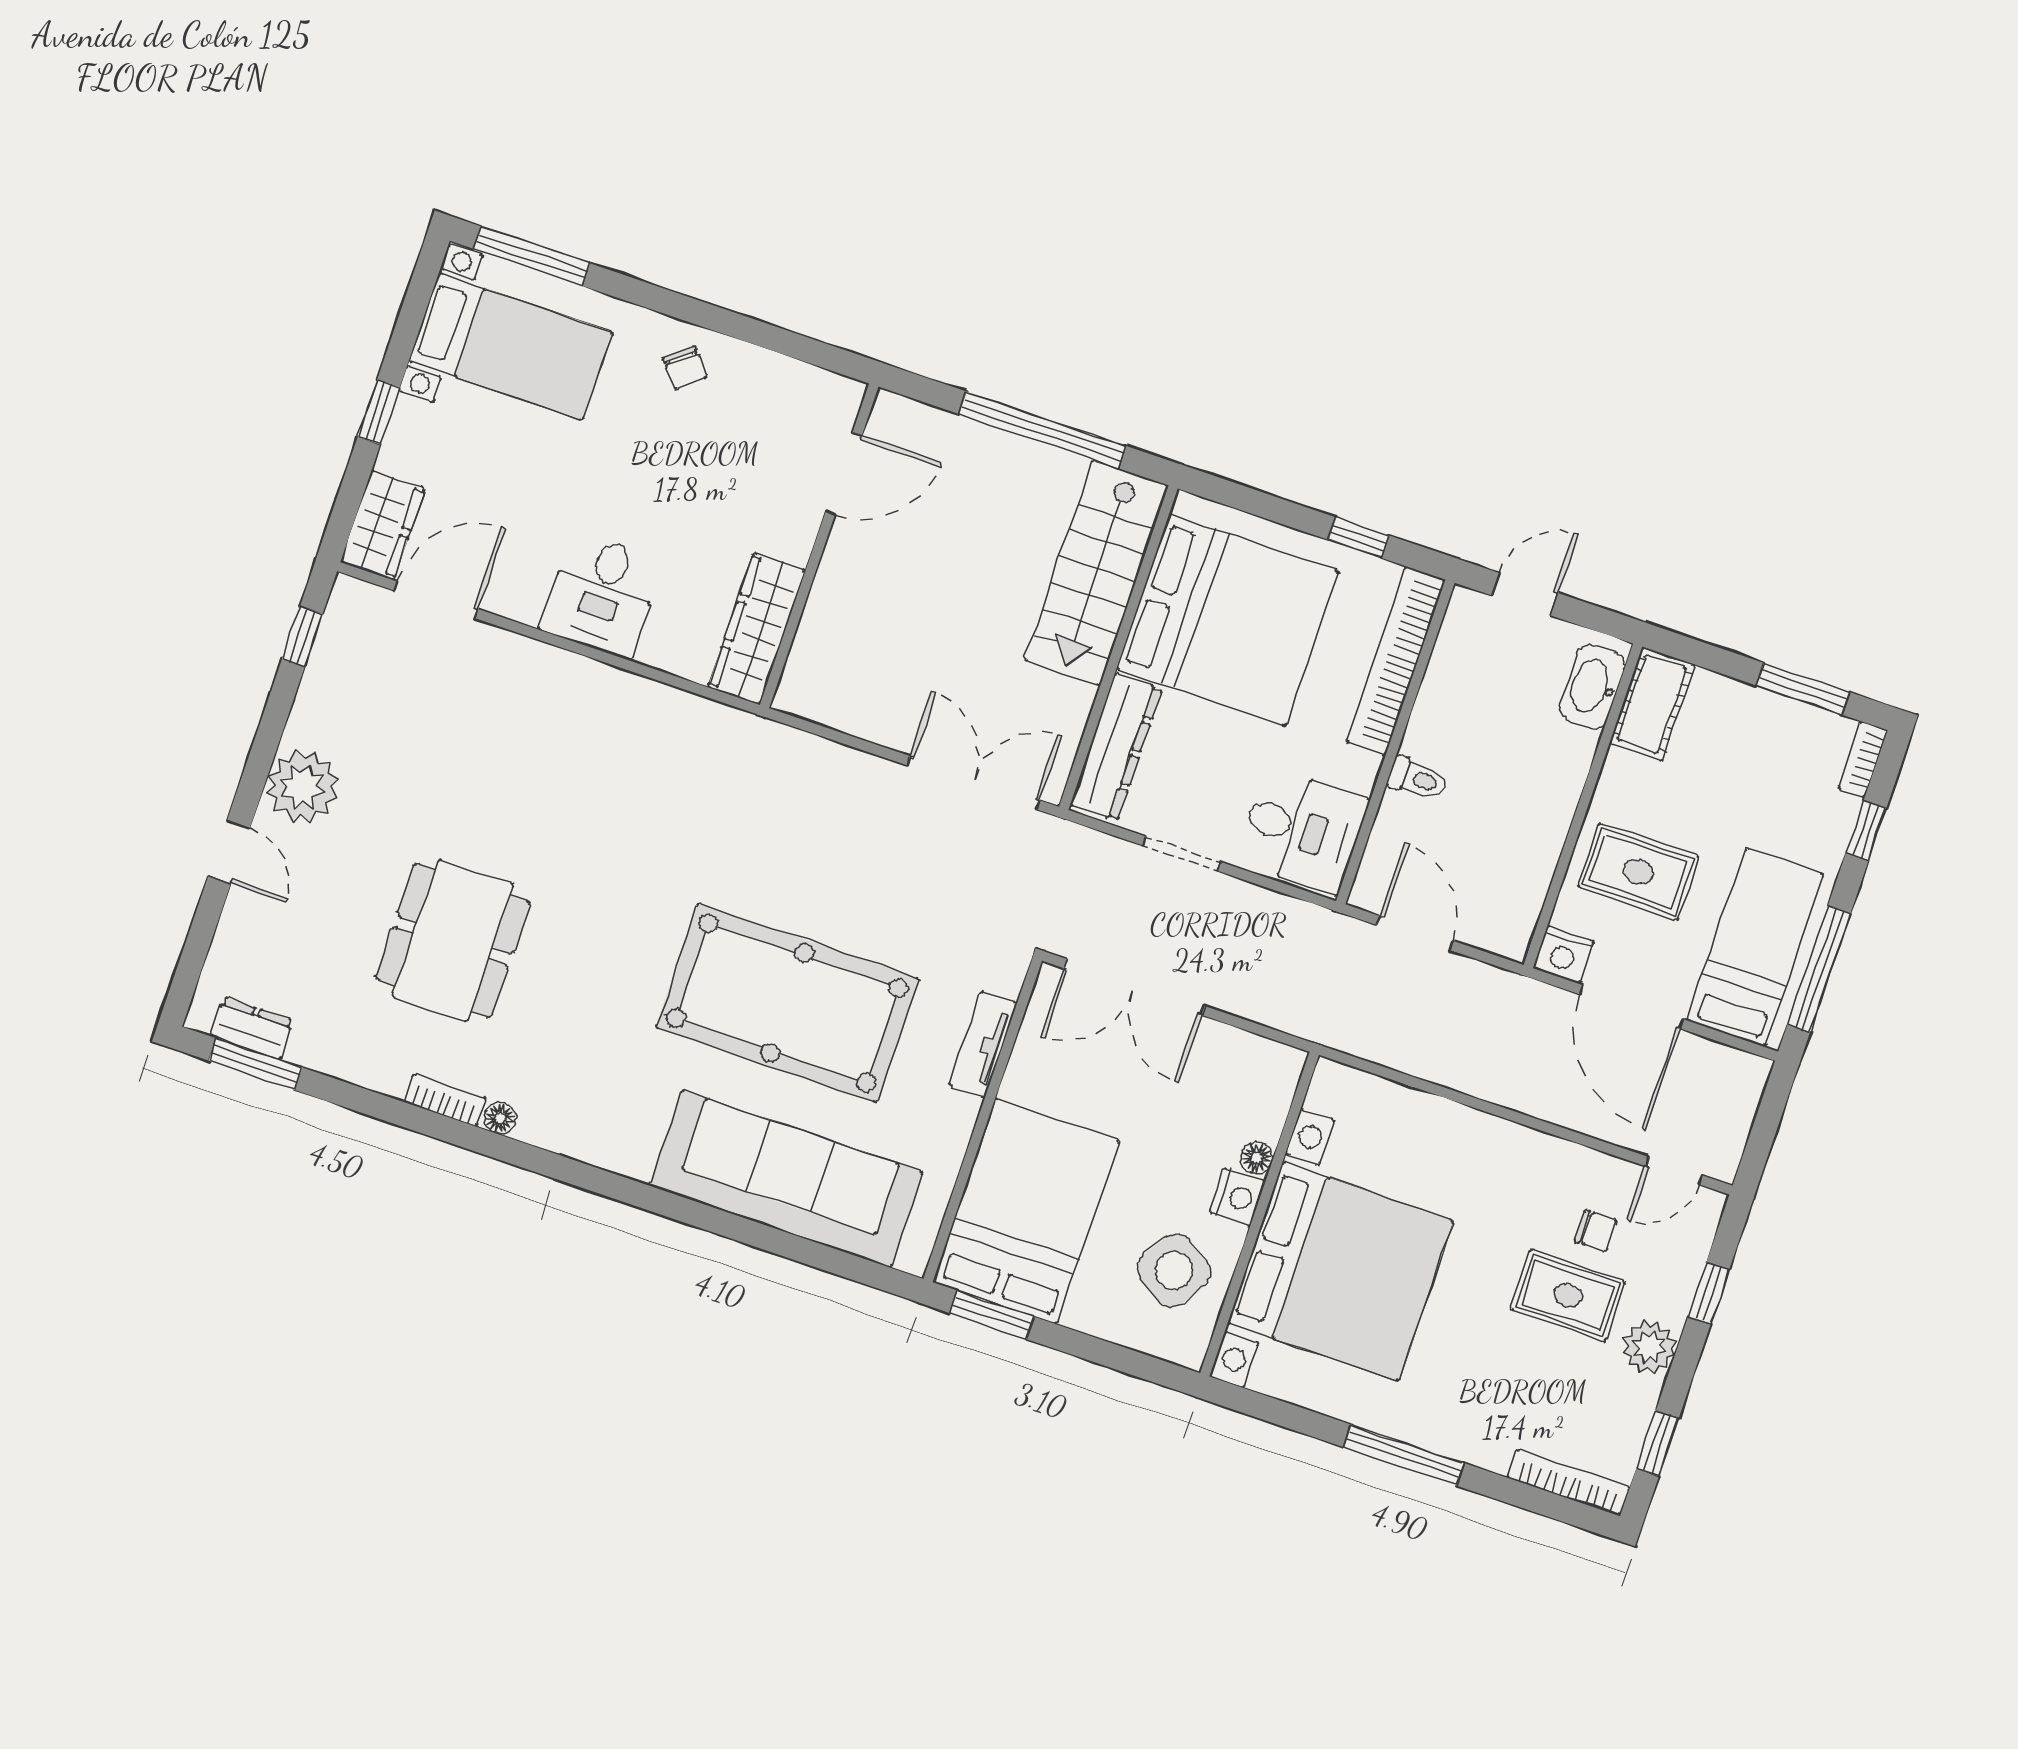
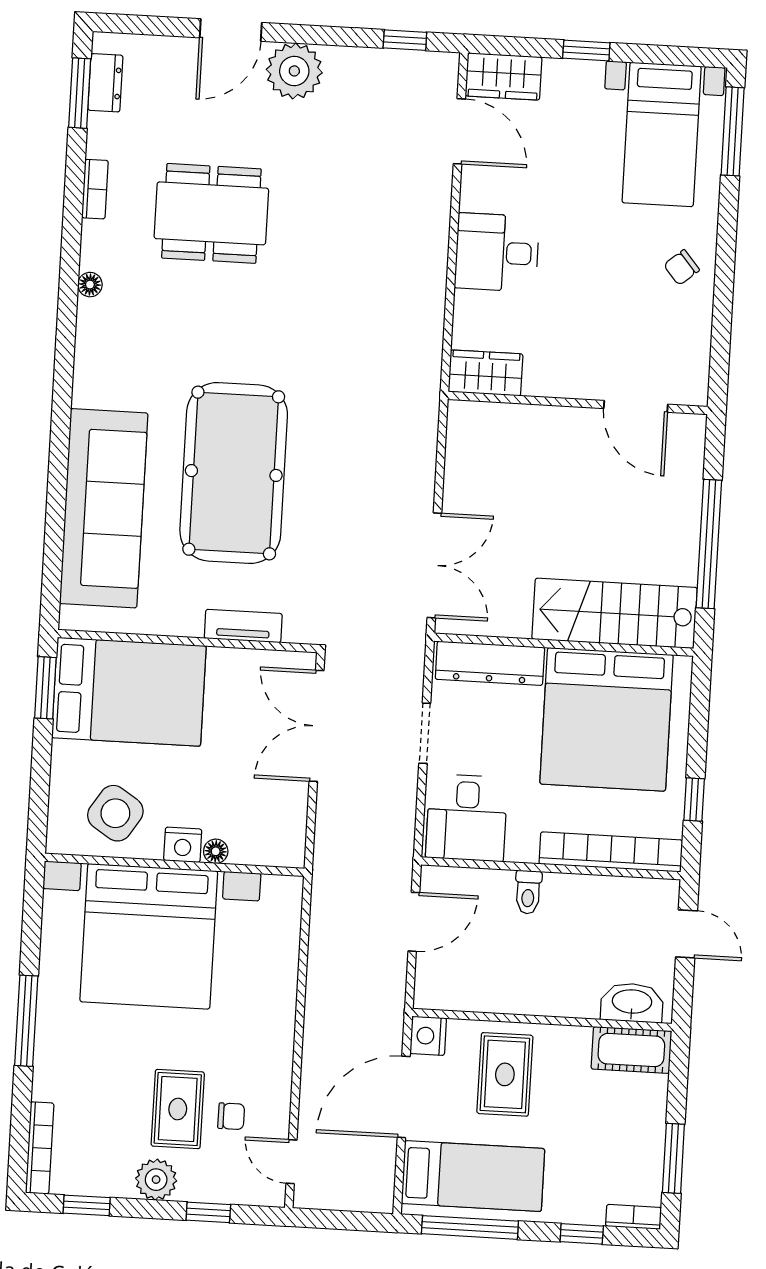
wardrobe: (757, 629) -> (485, 373), width x0.67
door: (229, 852) -> (231, 30), width x1.38
bookcase: (445, 1100) -> (95, 189), moved
chair: (1596, 1231) -> (231, 1116), turned -90

